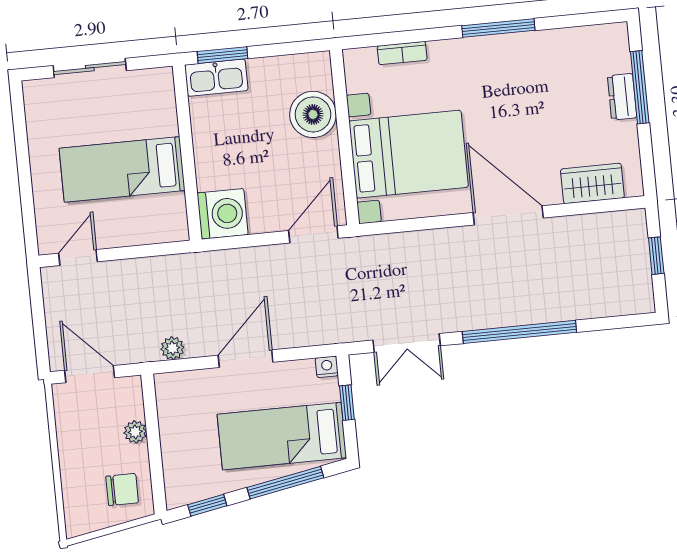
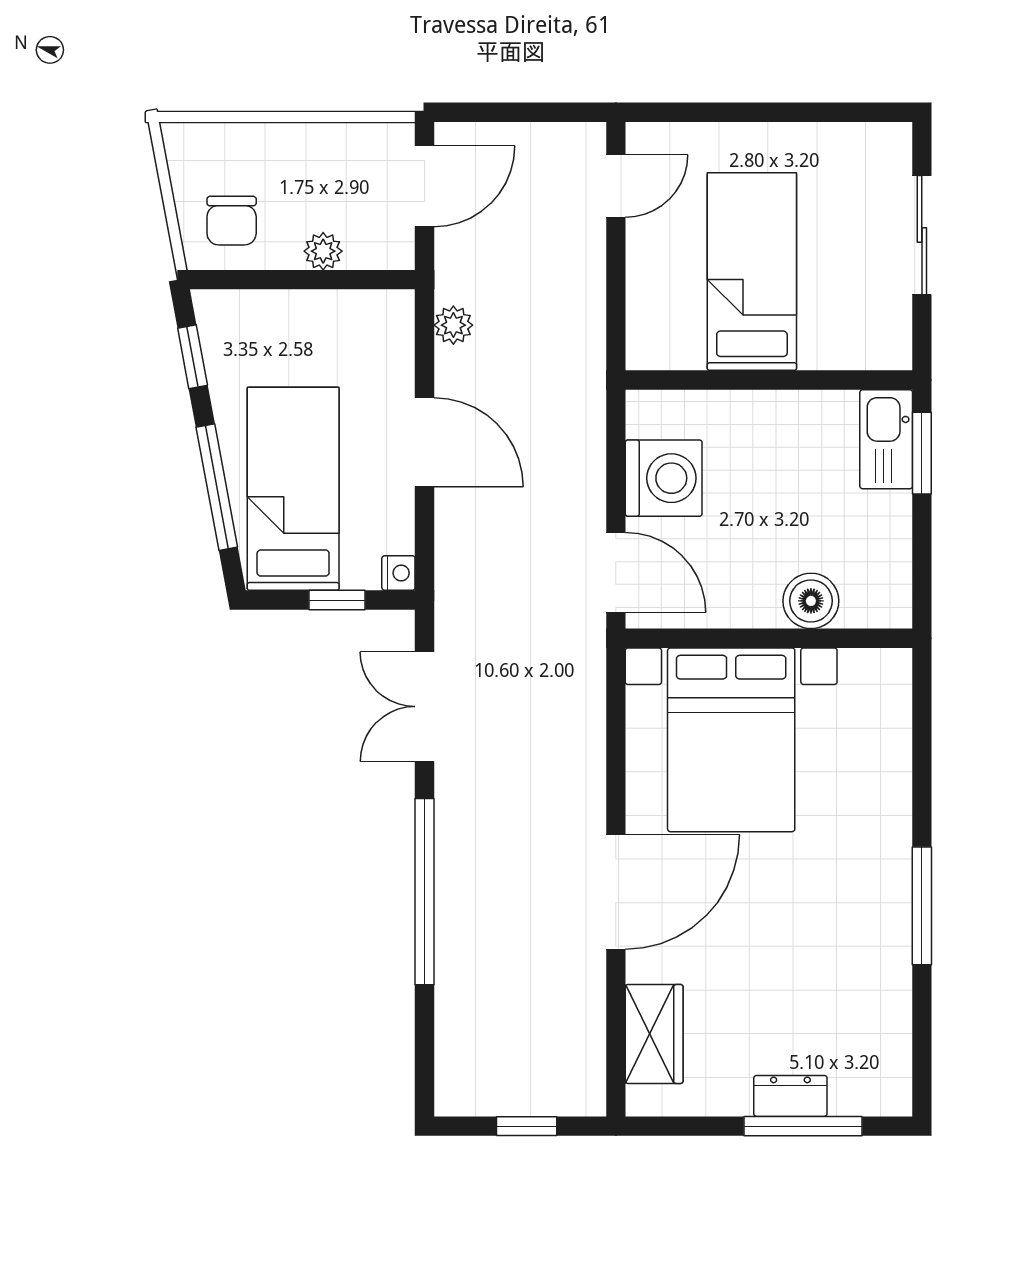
bookcase: (402, 53) -> (897, 745), removed
boiler: (313, 114) -> (811, 601), width x0.73, depth x0.73
washing machine: (223, 214) -> (664, 478), moved, turned -90
door: (78, 257) -> (616, 186), hinge flipped

